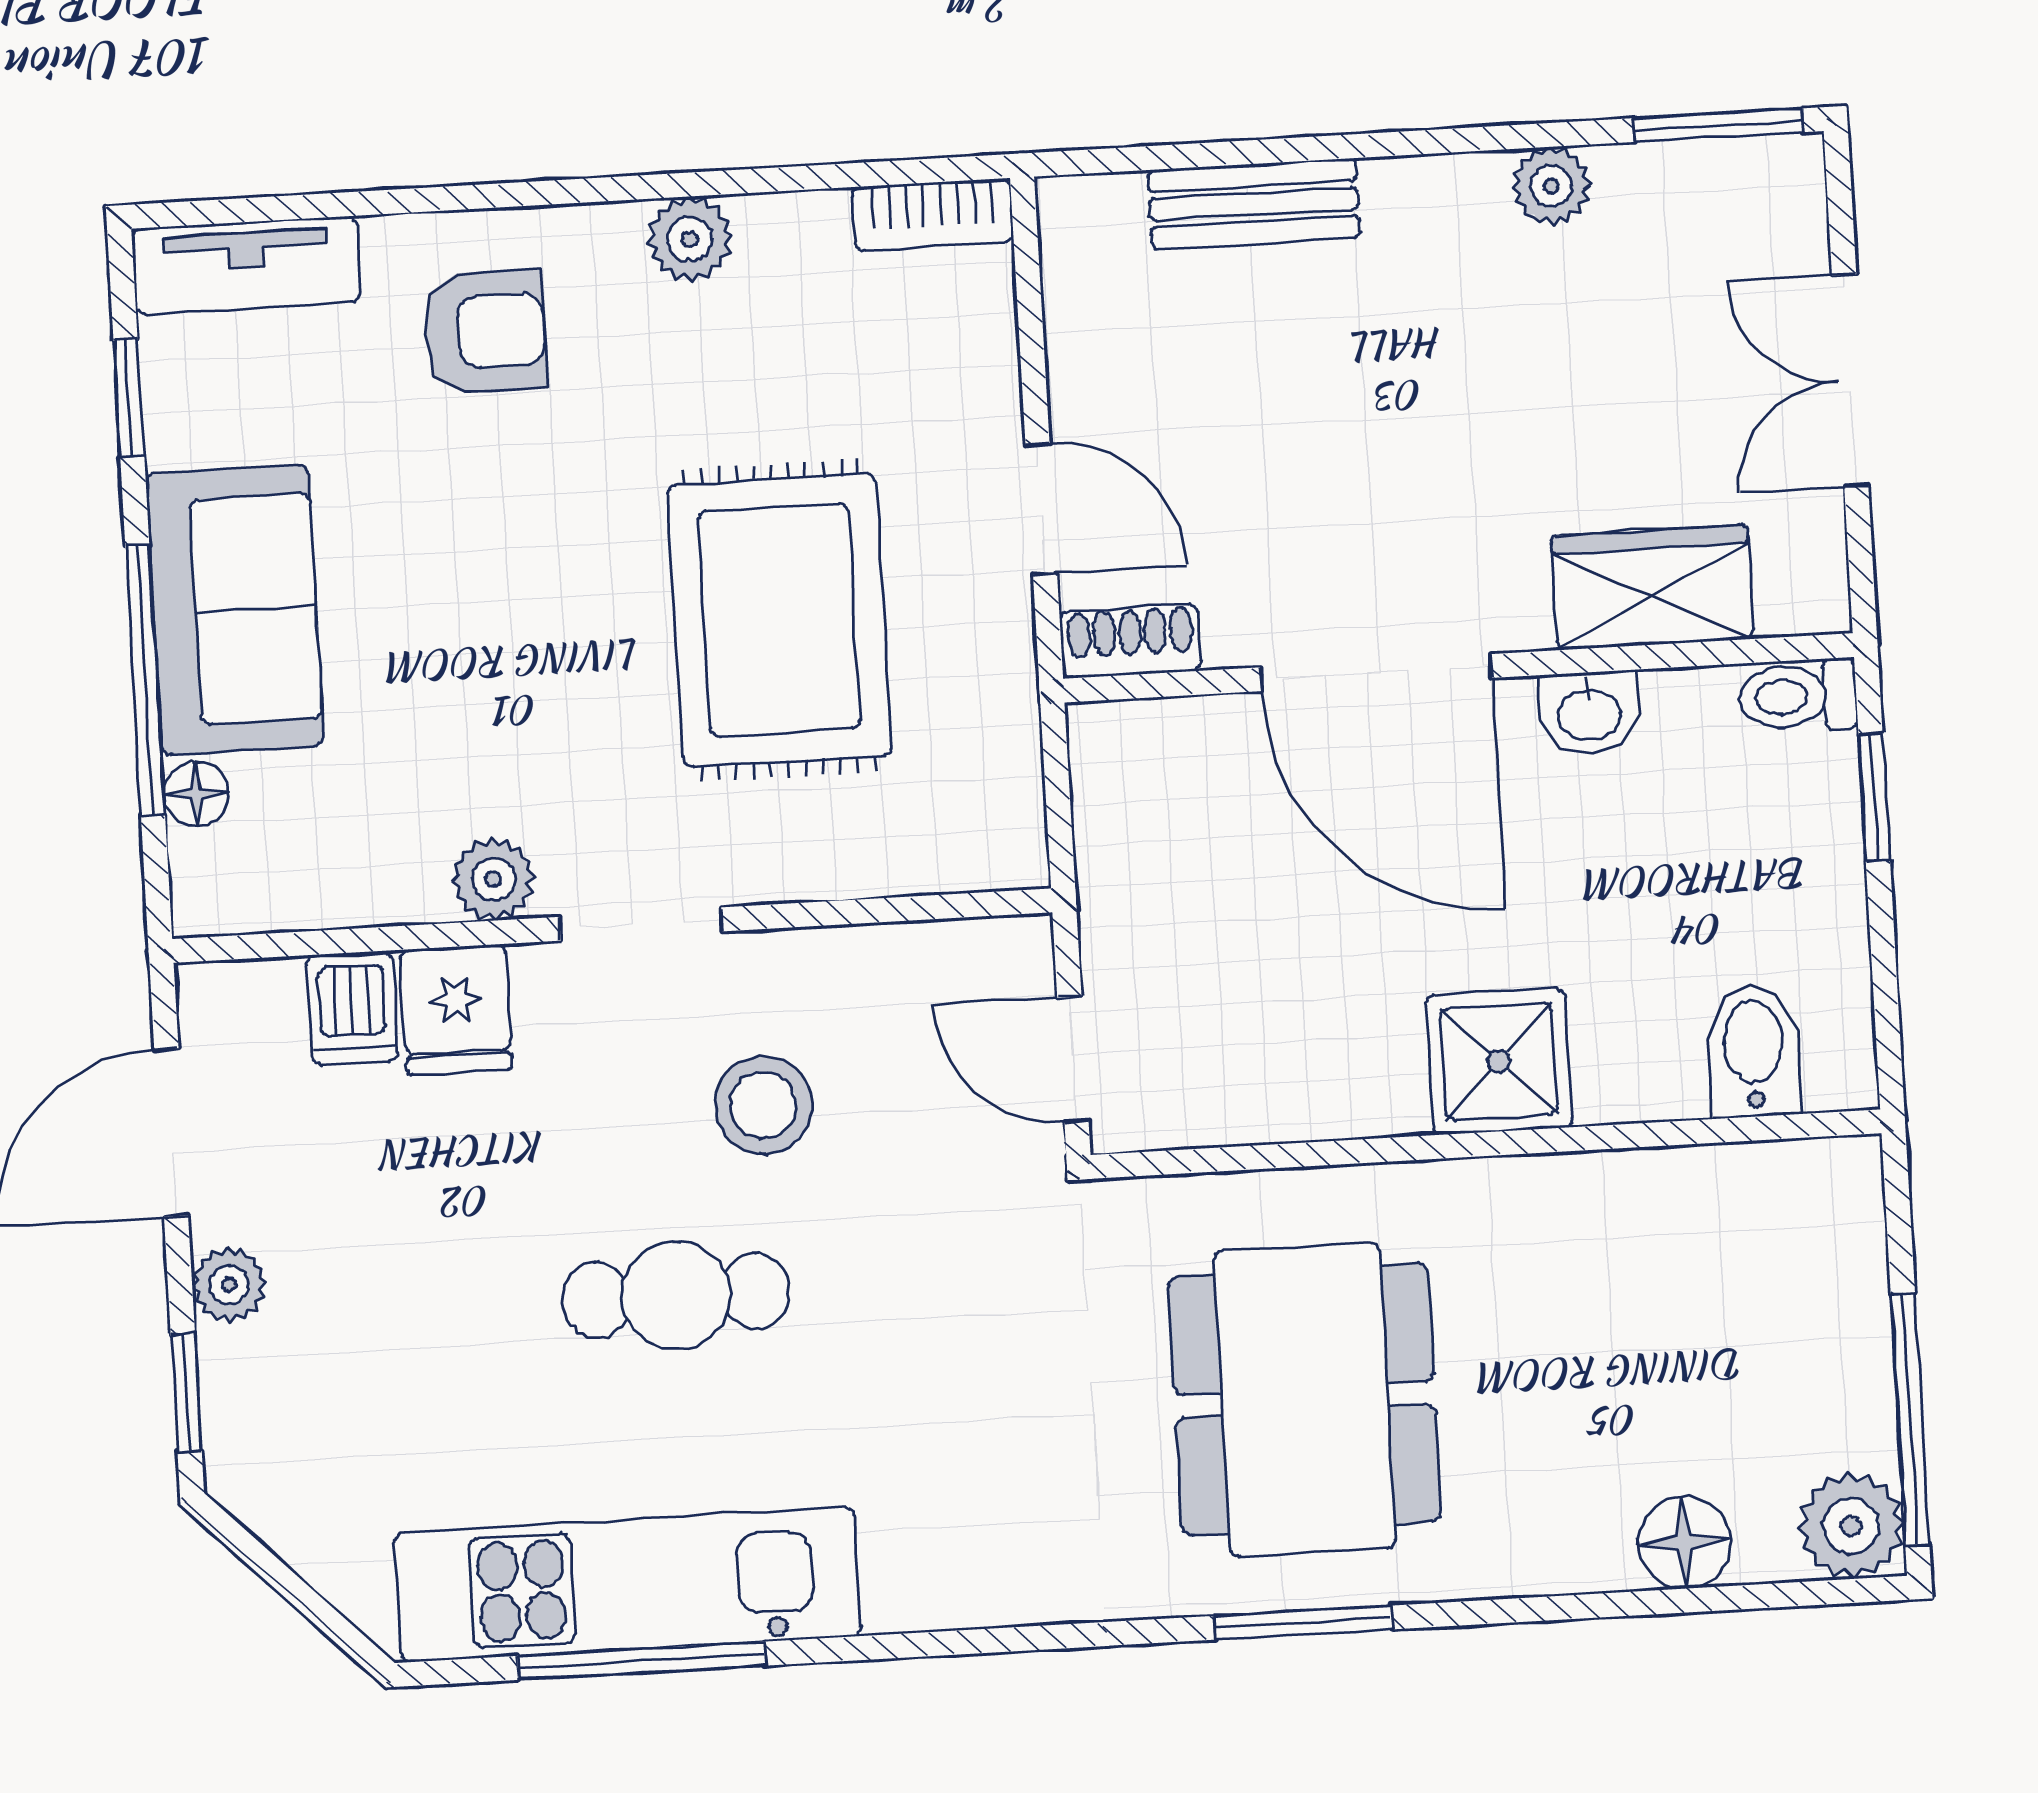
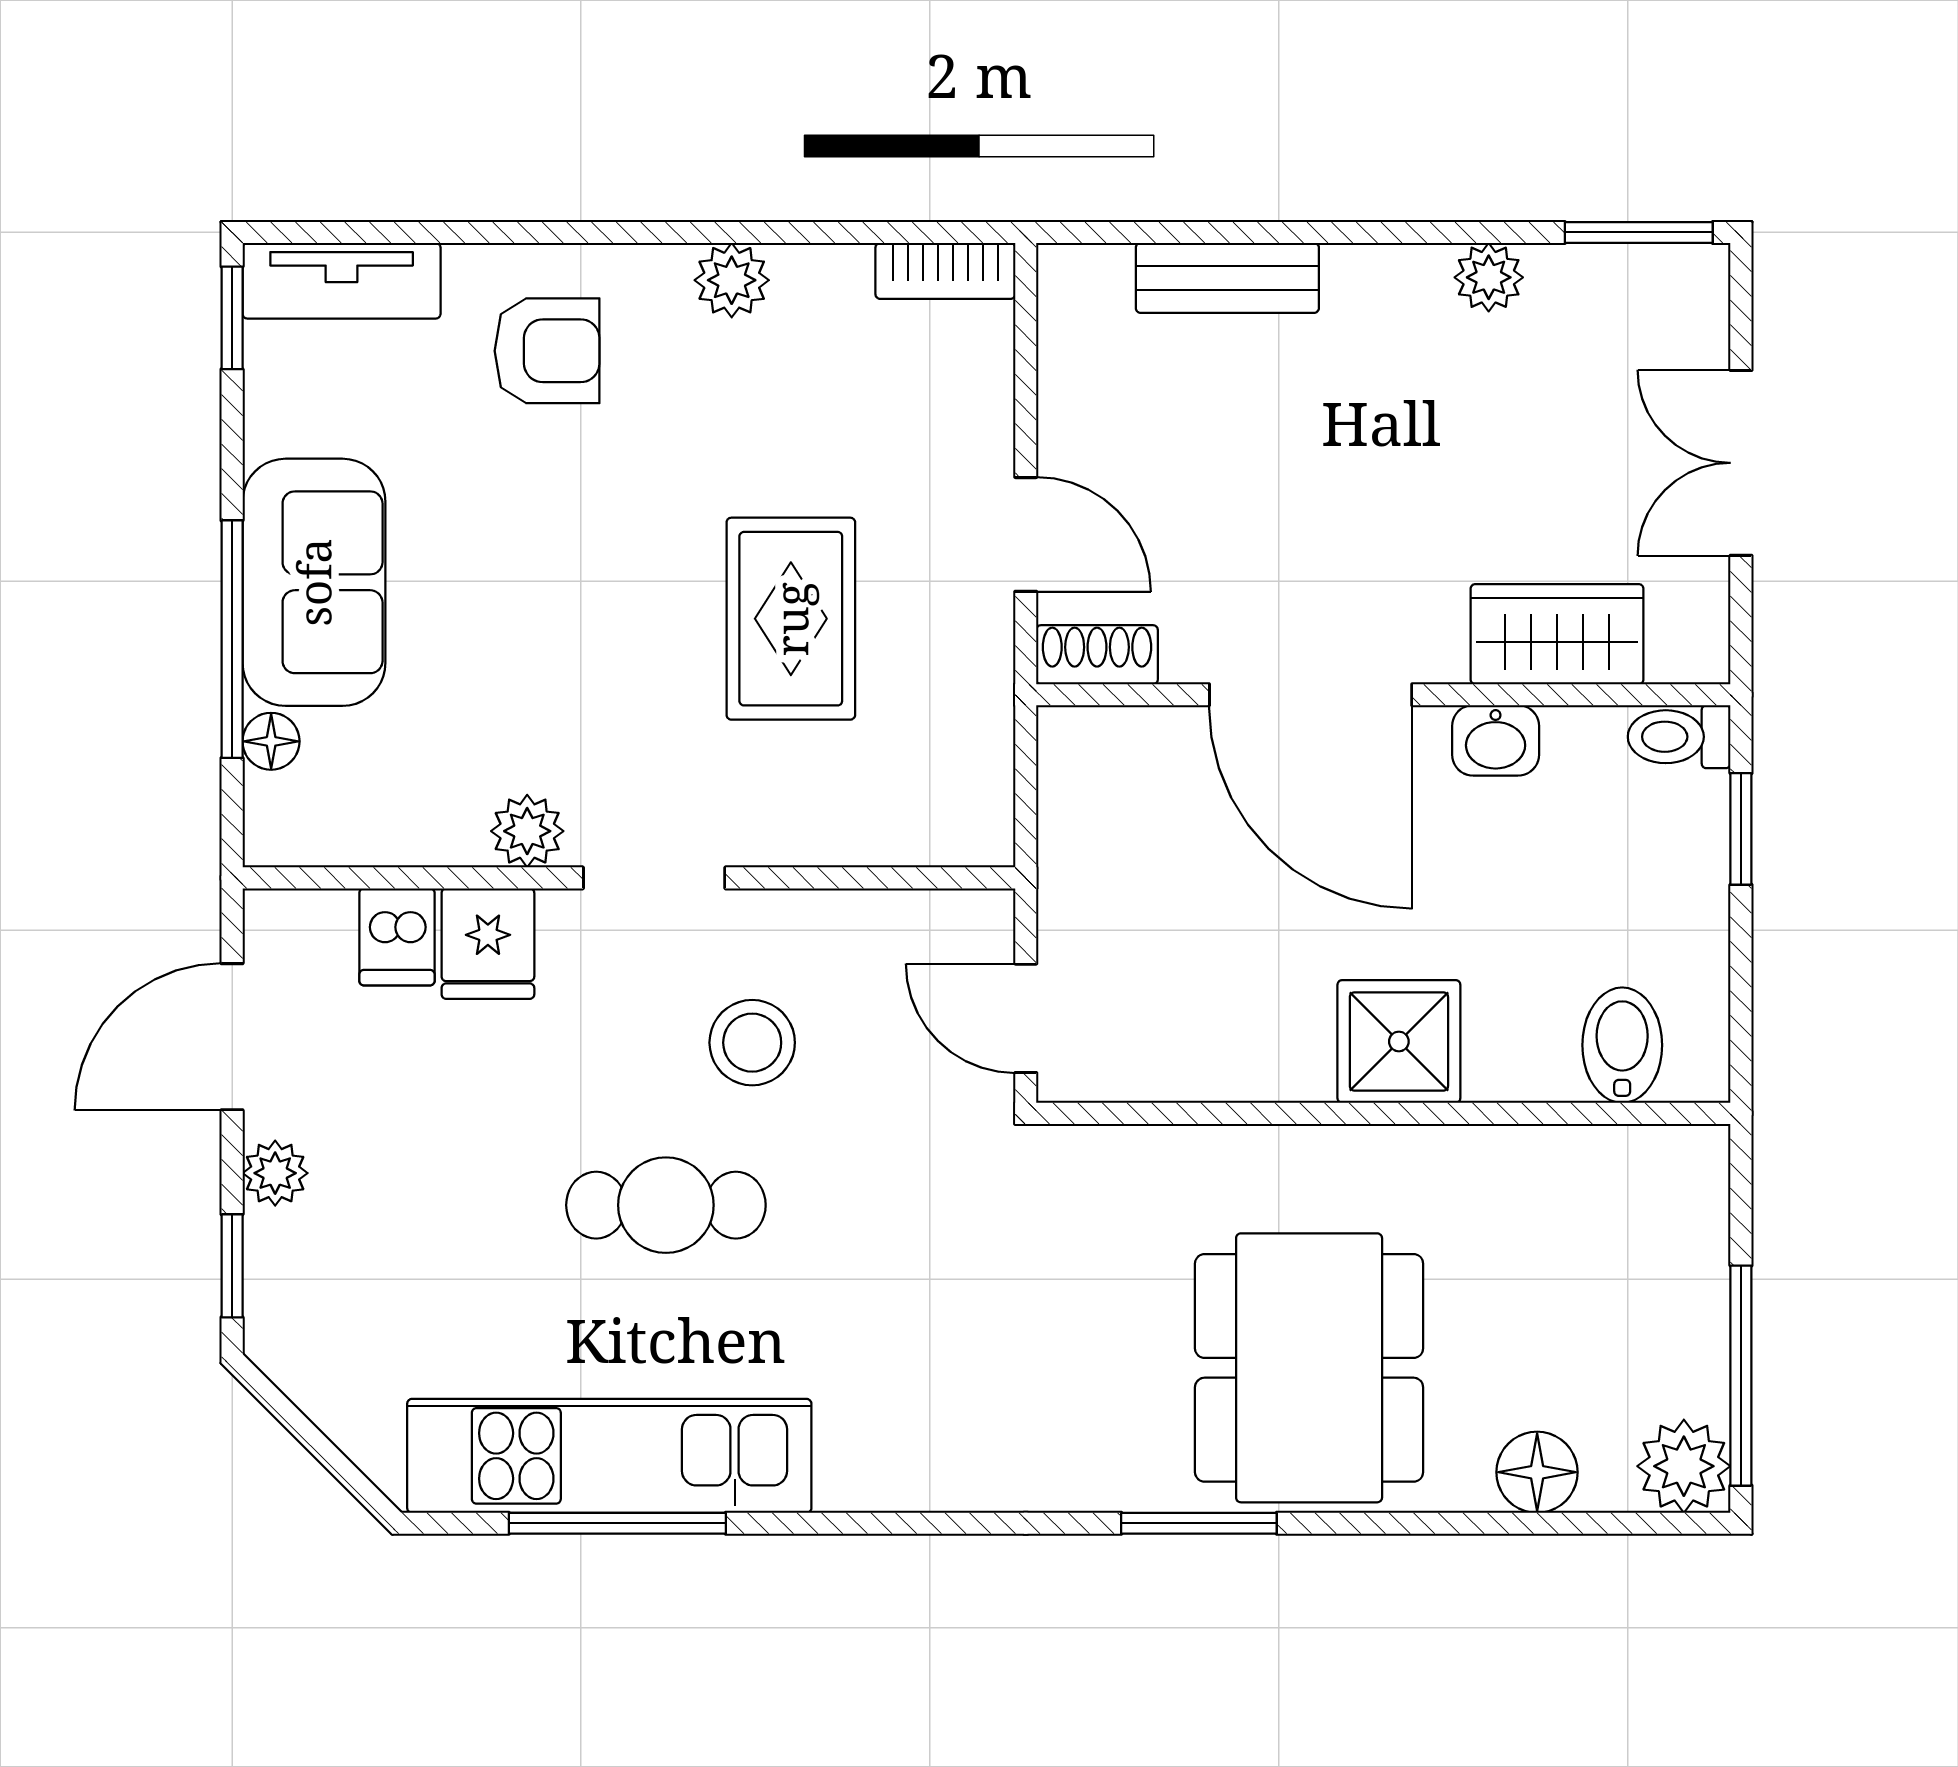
window: (129, 398) -> (232, 318), moved
rug: (779, 620) -> (791, 619), width x0.73, depth x0.70
dining table: (1305, 1399) -> (1309, 1368), moved

